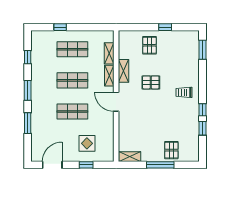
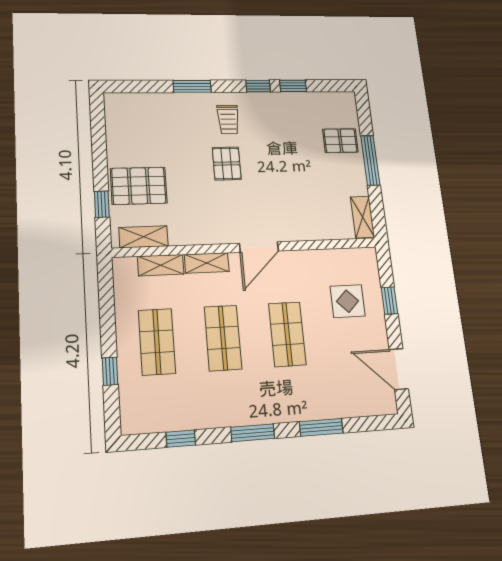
window: (165, 27) -> (102, 204), moved
pallet: (150, 45) -> (139, 186), width x1.50, depth x1.42
window: (203, 50) -> (192, 86), moved
shelving: (124, 71) -> (144, 237), moved
pallet: (151, 82) -> (227, 164), moved

